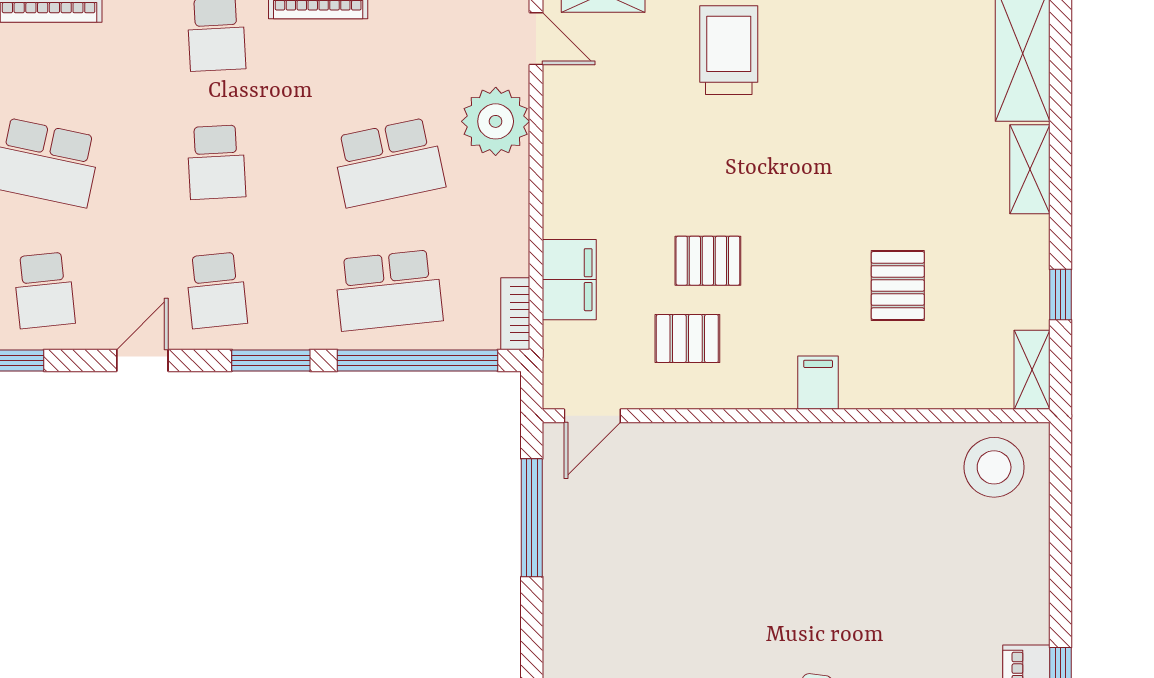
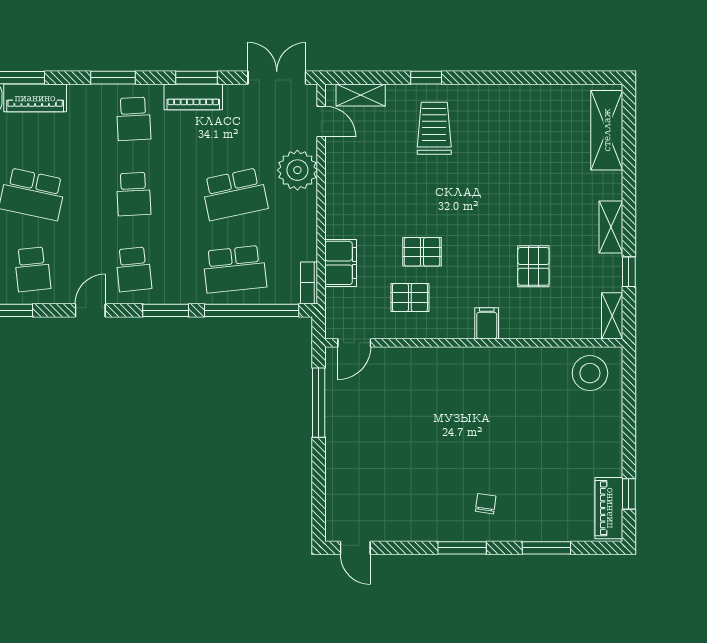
shelving: (1030, 169) -> (611, 227), moved

